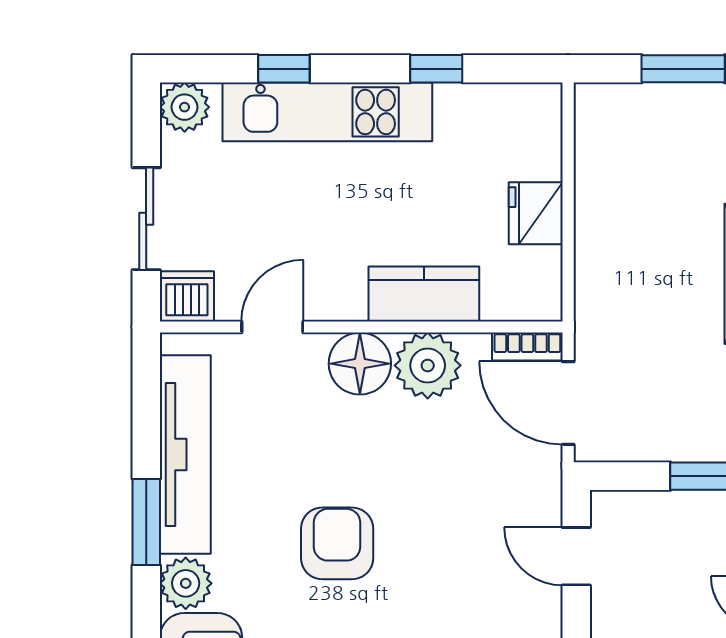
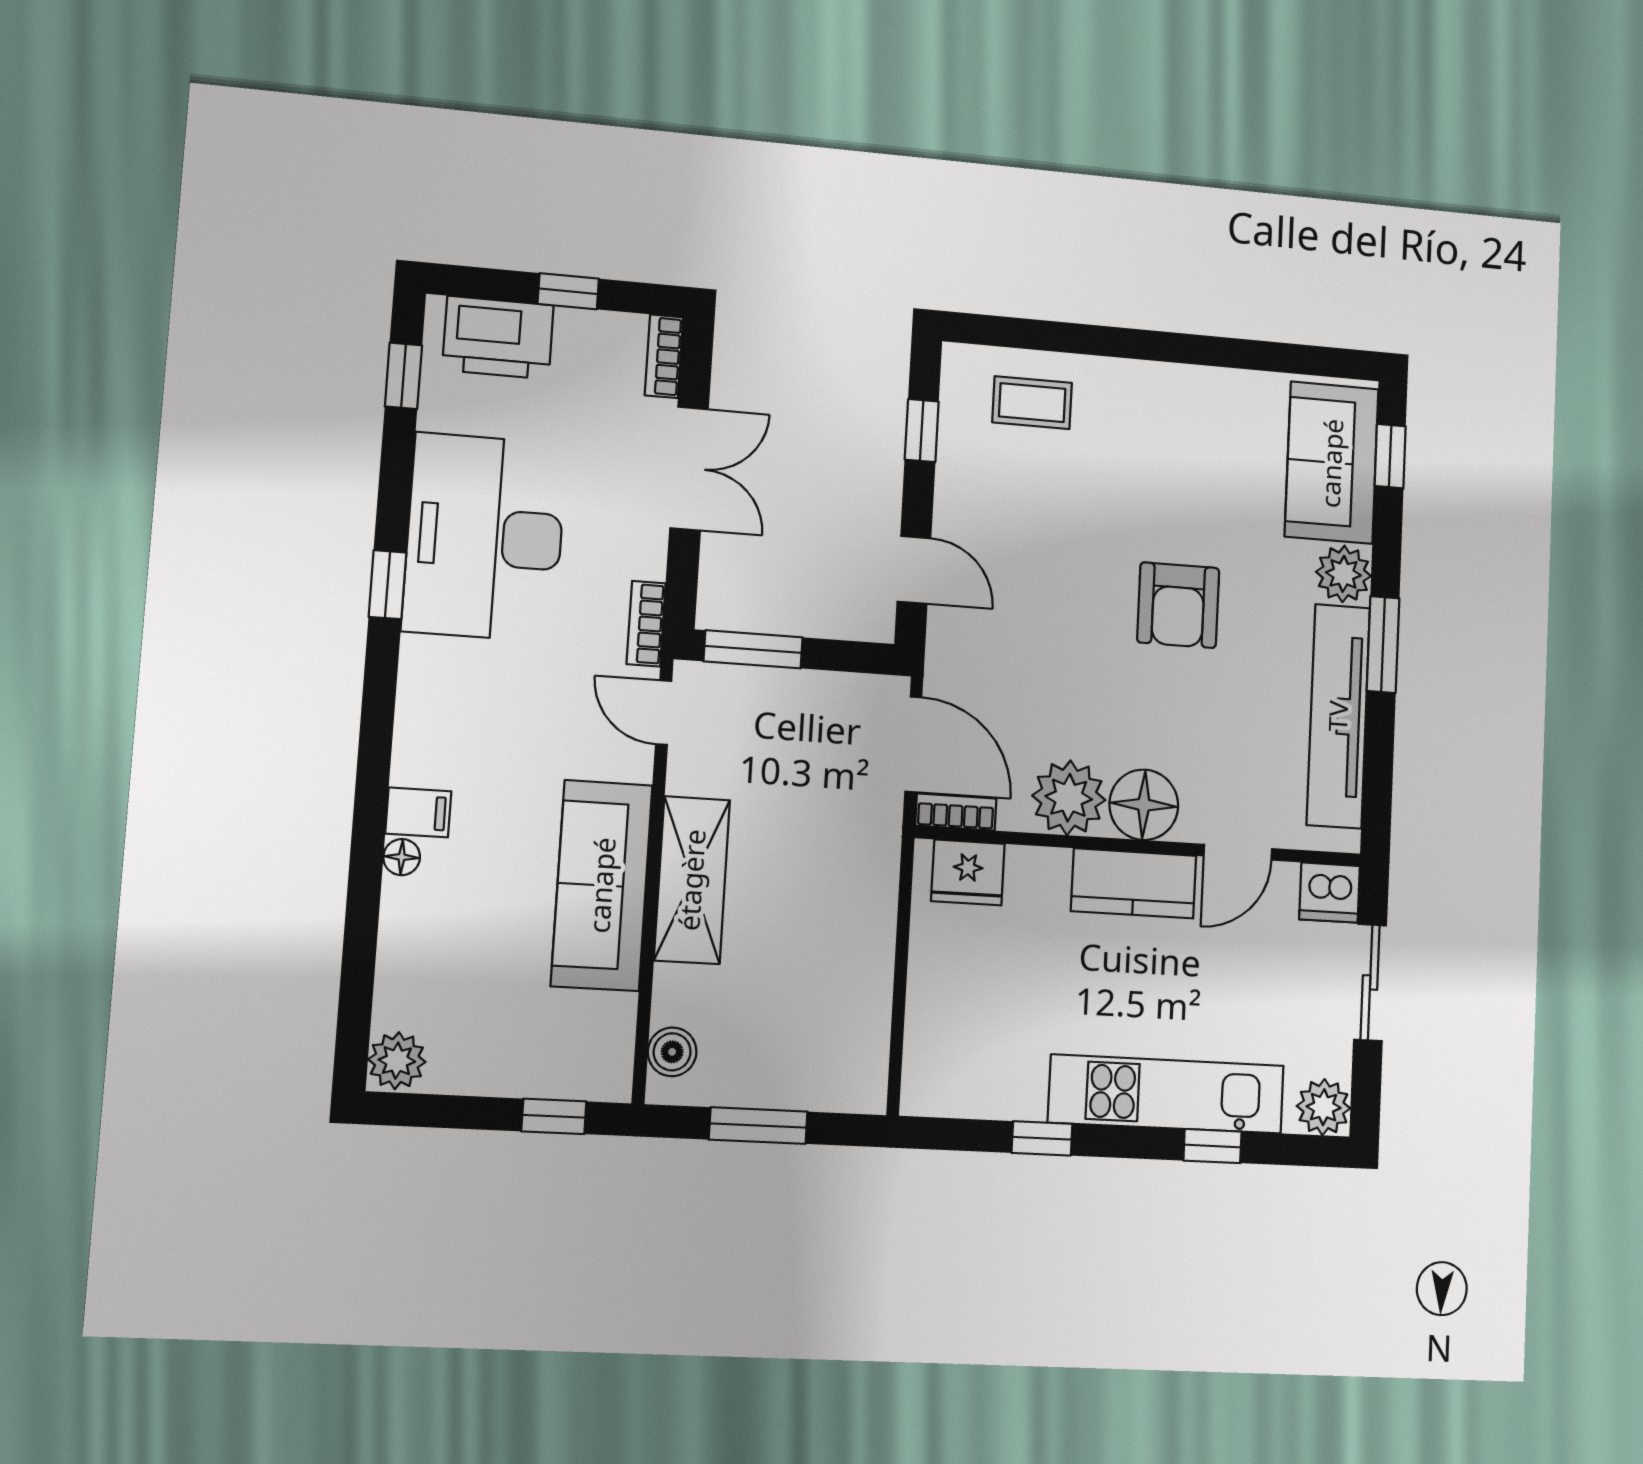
fridge: (536, 213) -> (968, 872), moved, turned 90
kitchen counter: (424, 294) -> (1134, 883), moved

